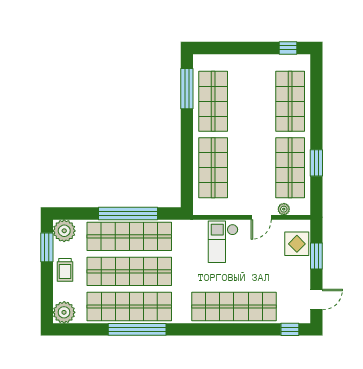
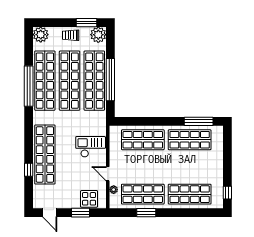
window: (290, 329) -> (29, 170), moved

